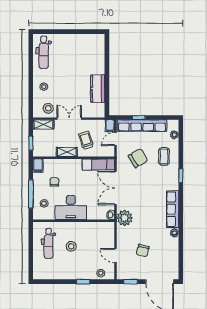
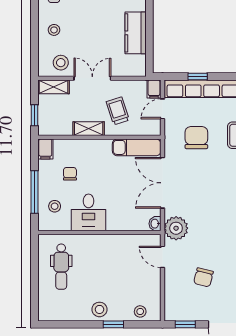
chair: (138, 158) -> (196, 138), turned -60
desk: (71, 207) -> (89, 212), width x0.73
stool: (71, 246) -> (99, 309), moved
door: (116, 256) -> (163, 257), moved

